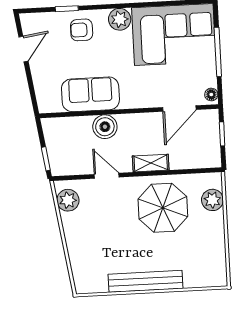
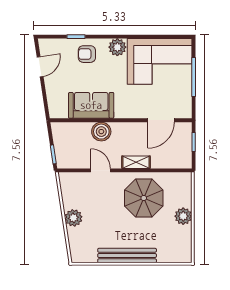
floor lamp: (211, 95) -> (187, 110), removed
plant: (68, 200) -> (73, 218), moved
plant: (212, 200) -> (183, 216), moved

